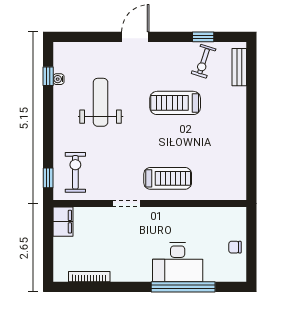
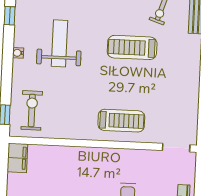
water cooler: (58, 79) -> (18, 53), moved
doorway: (126, 203) -> (176, 148), moved

